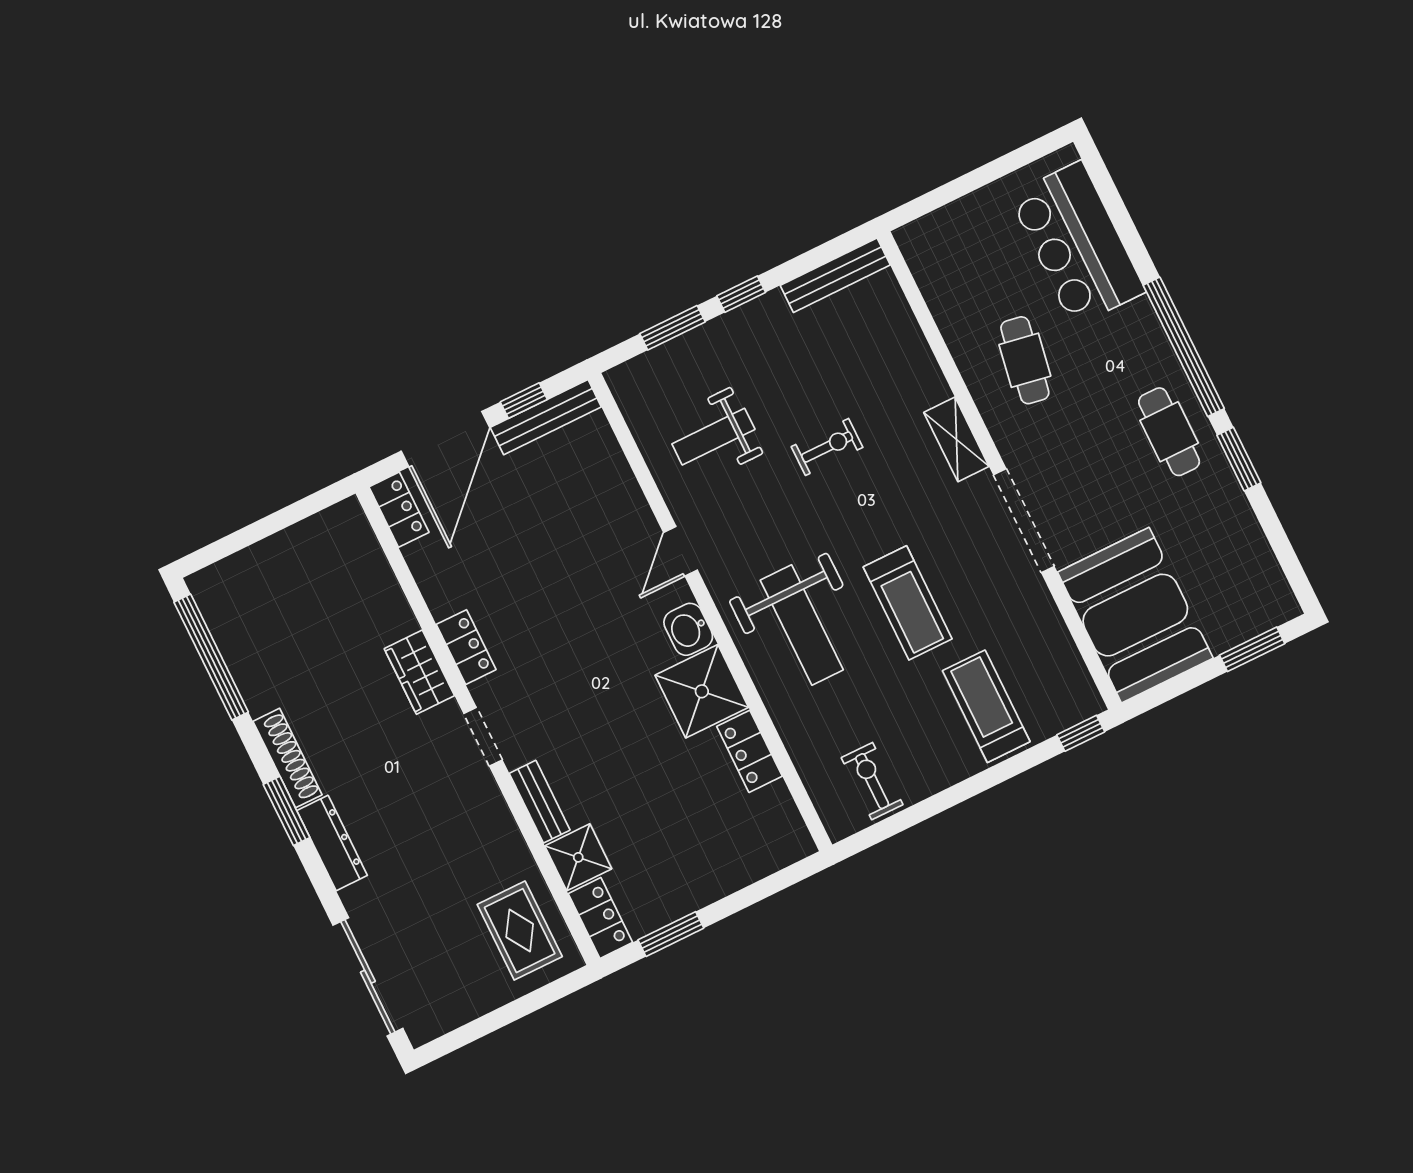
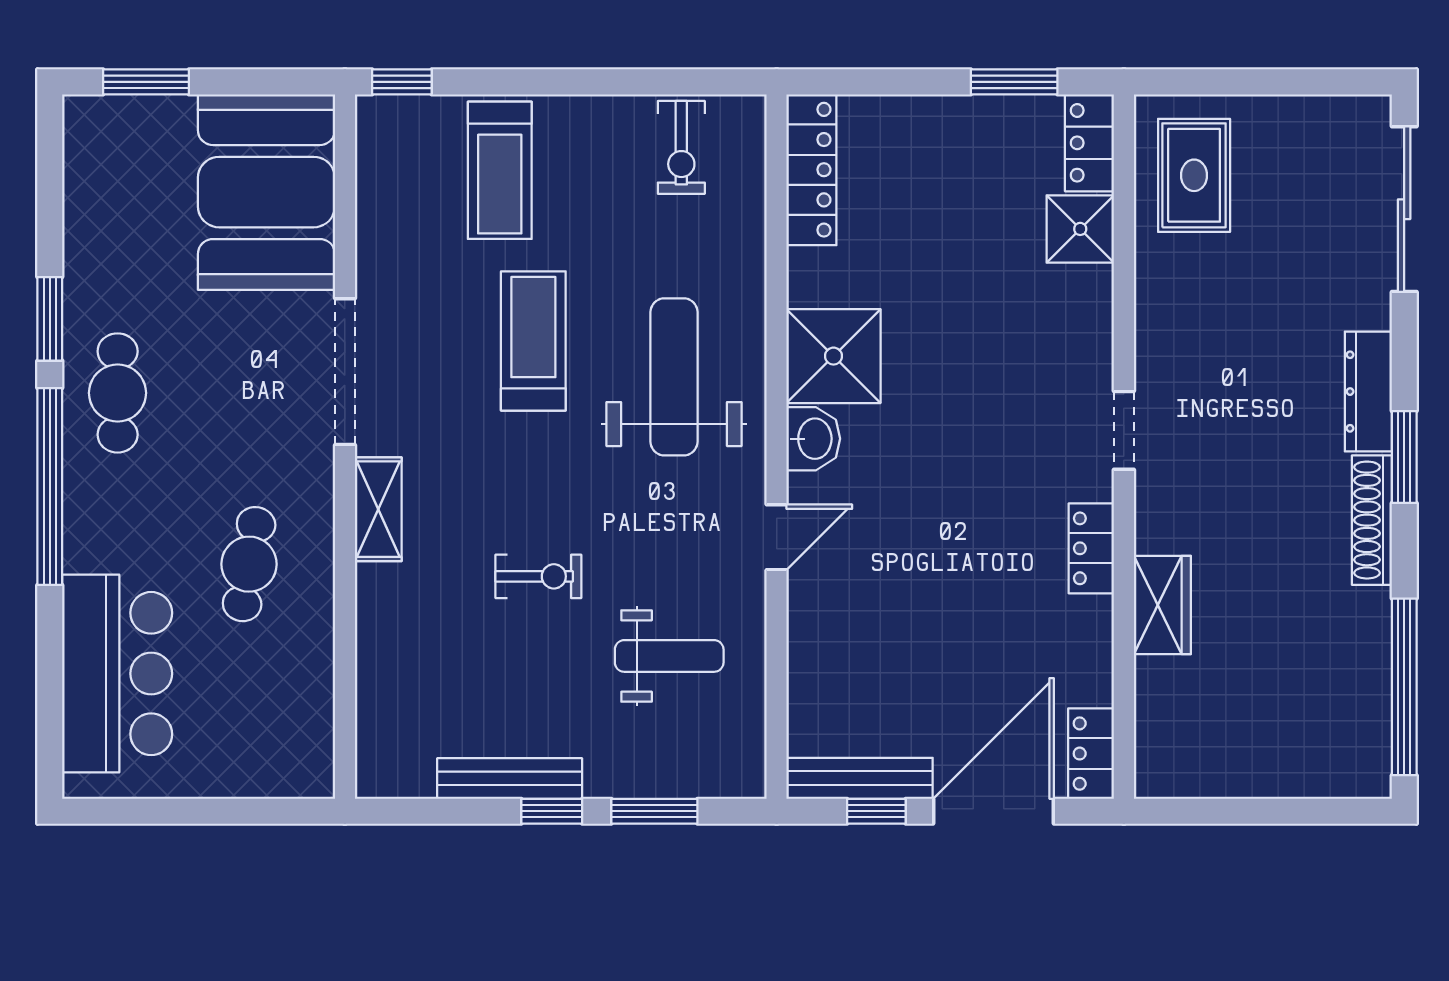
bench: (835, 275) -> (510, 779), moved
exercise bike: (827, 447) -> (538, 576), turned 180
wardrobe: (419, 672) -> (1162, 605), moved
locker: (749, 751) -> (811, 170), moved, width x1.53
bench: (540, 802) -> (1094, 319), removed

